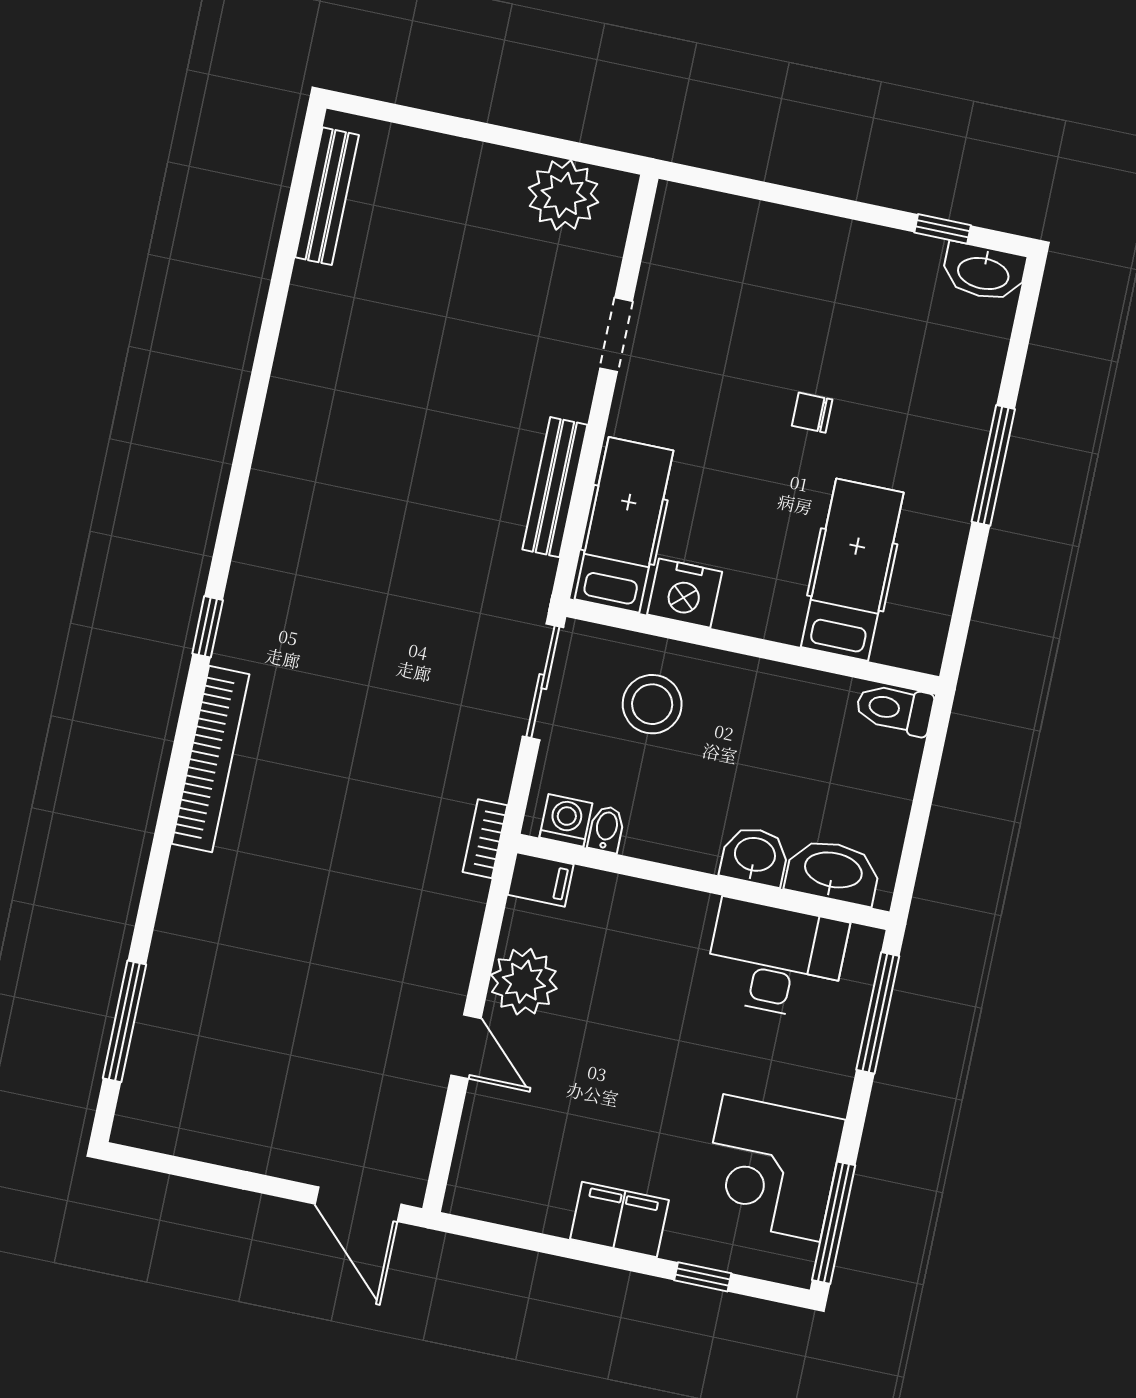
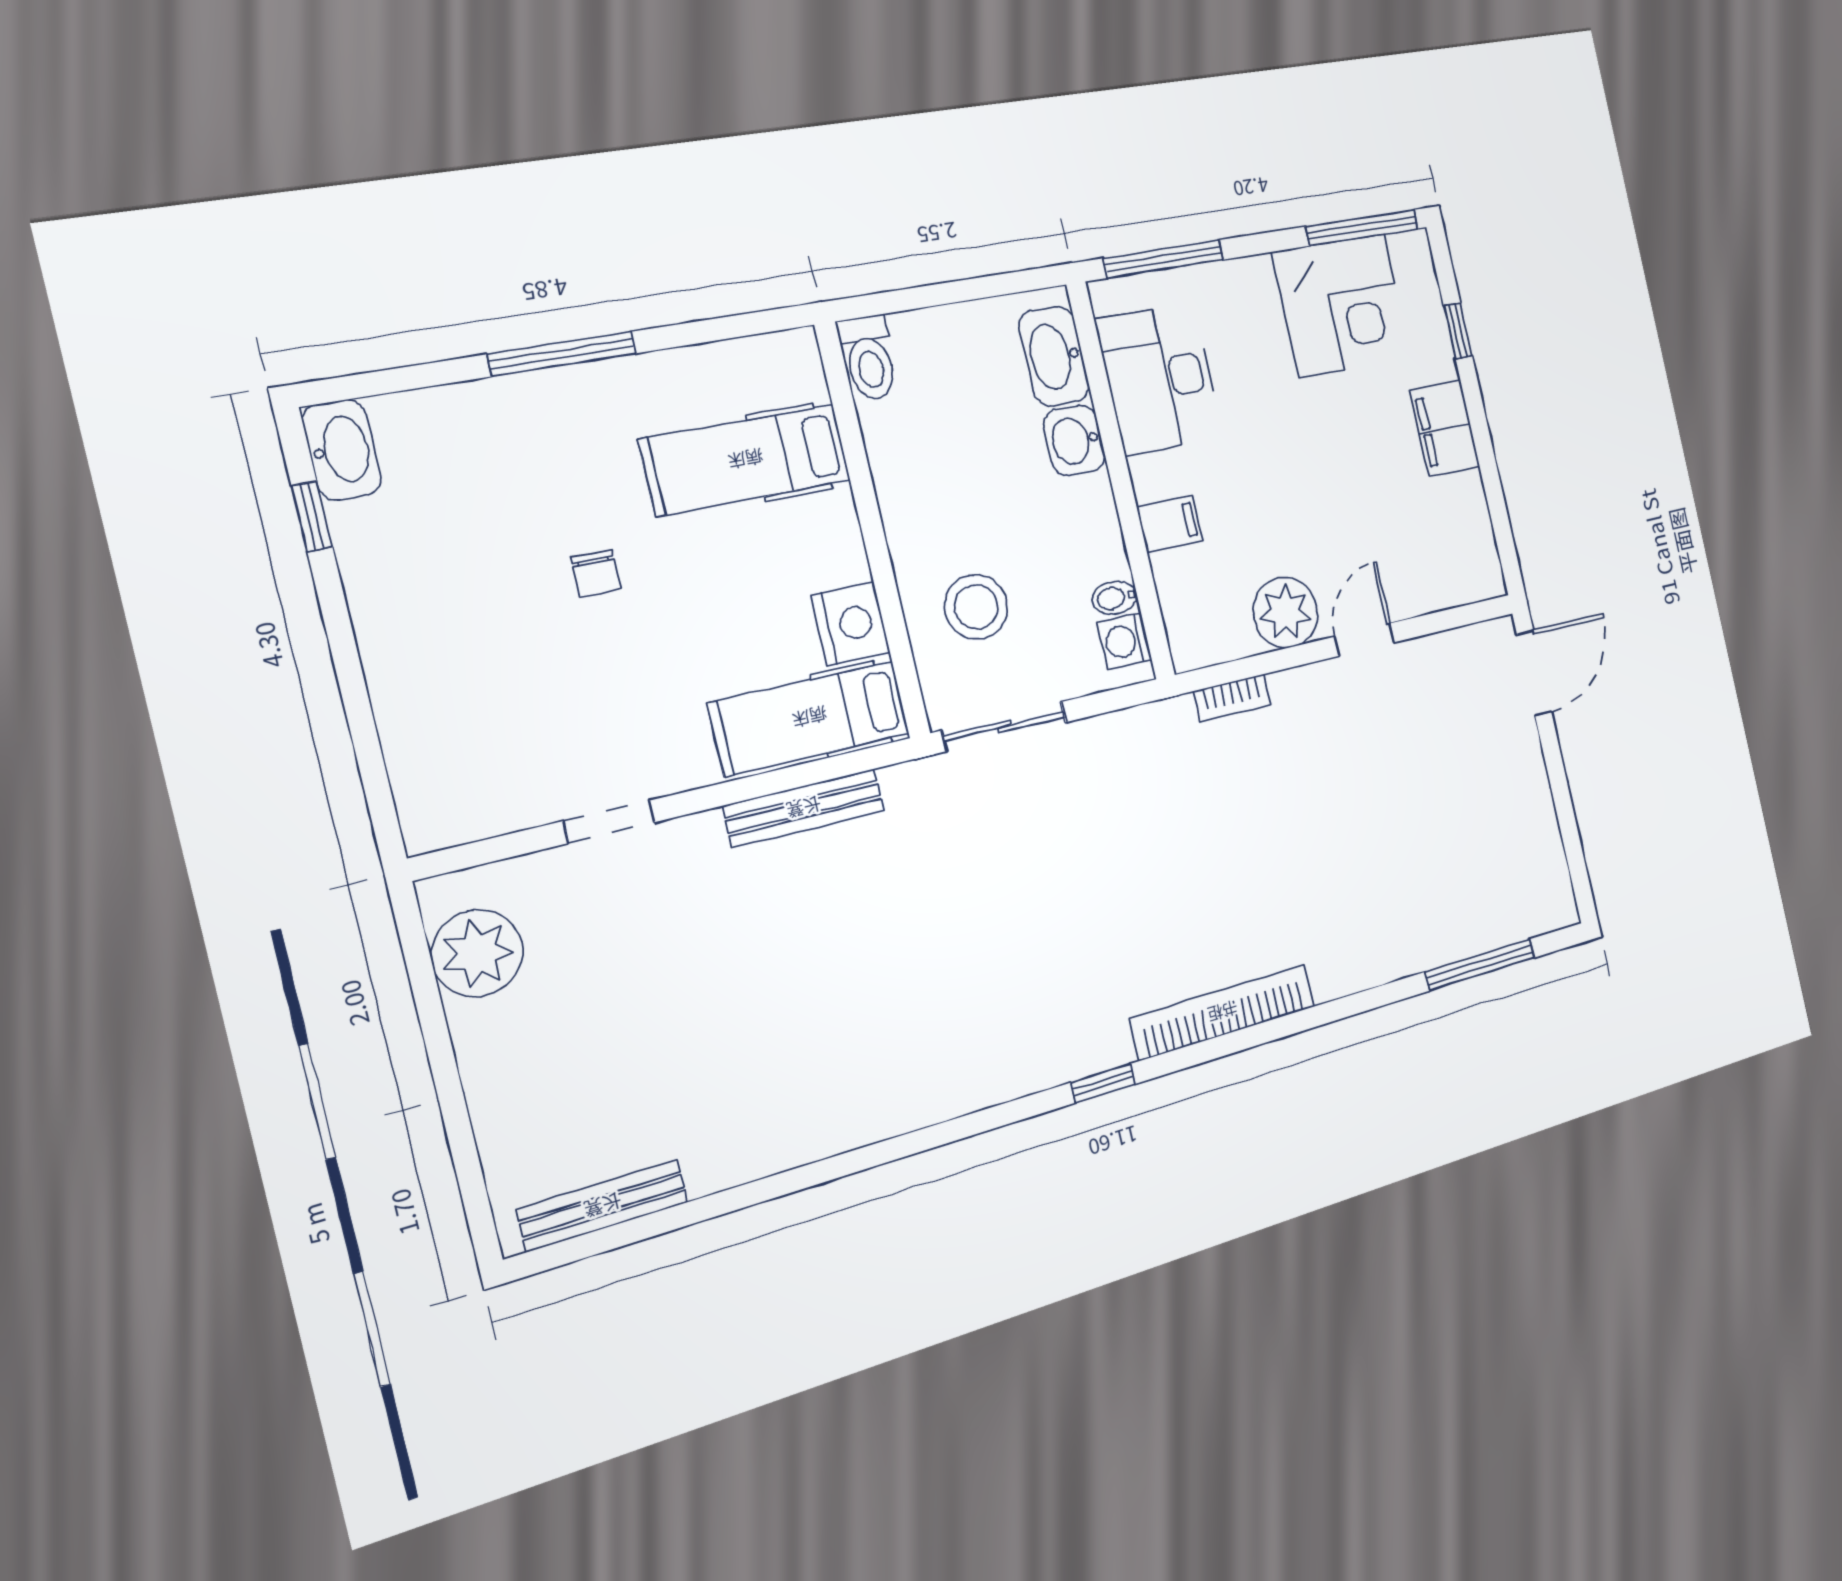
bookcase: (485, 839) -> (1232, 698), moved
filing cabinet: (541, 880) -> (1170, 524), moved, turned 90

